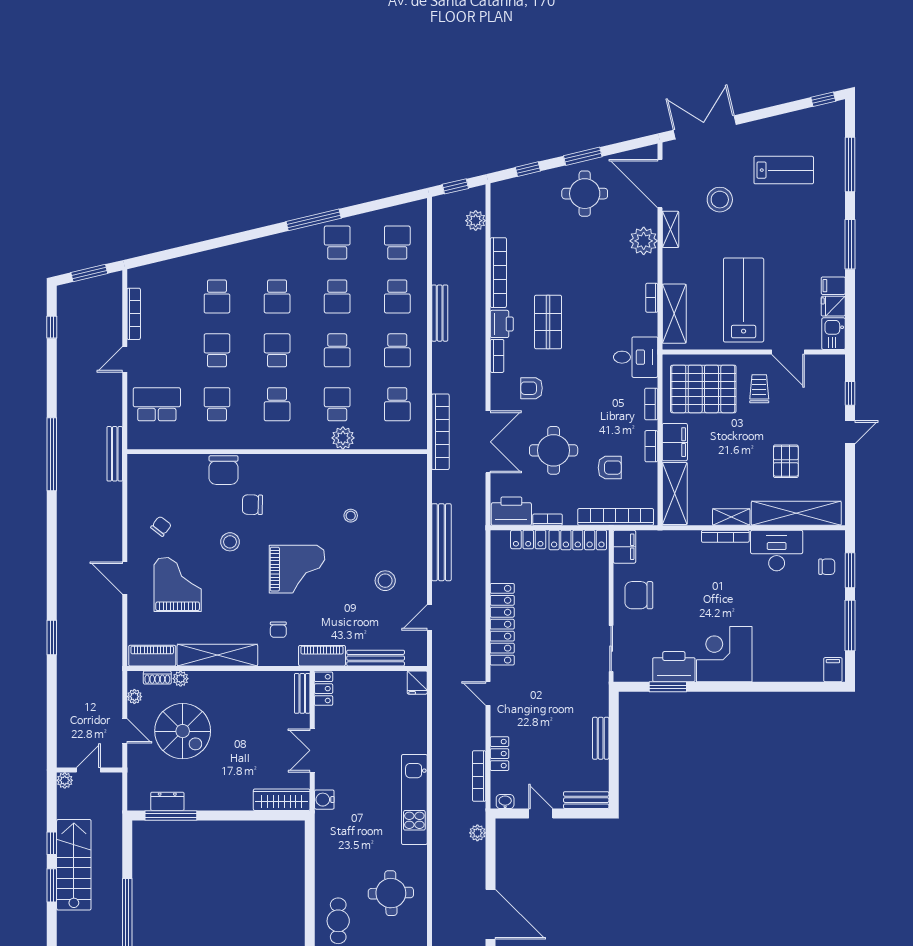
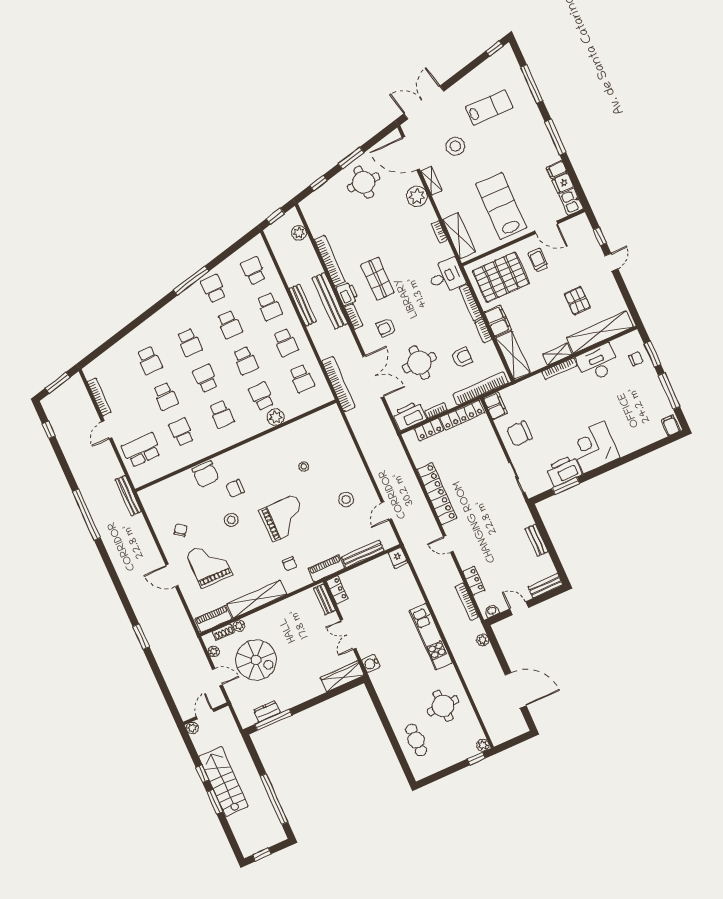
school desk: (217, 350) -> (165, 396), turned 180
bookcase: (651, 404) -> (471, 303), width x1.56
bench: (441, 542) -> (330, 301), moved

